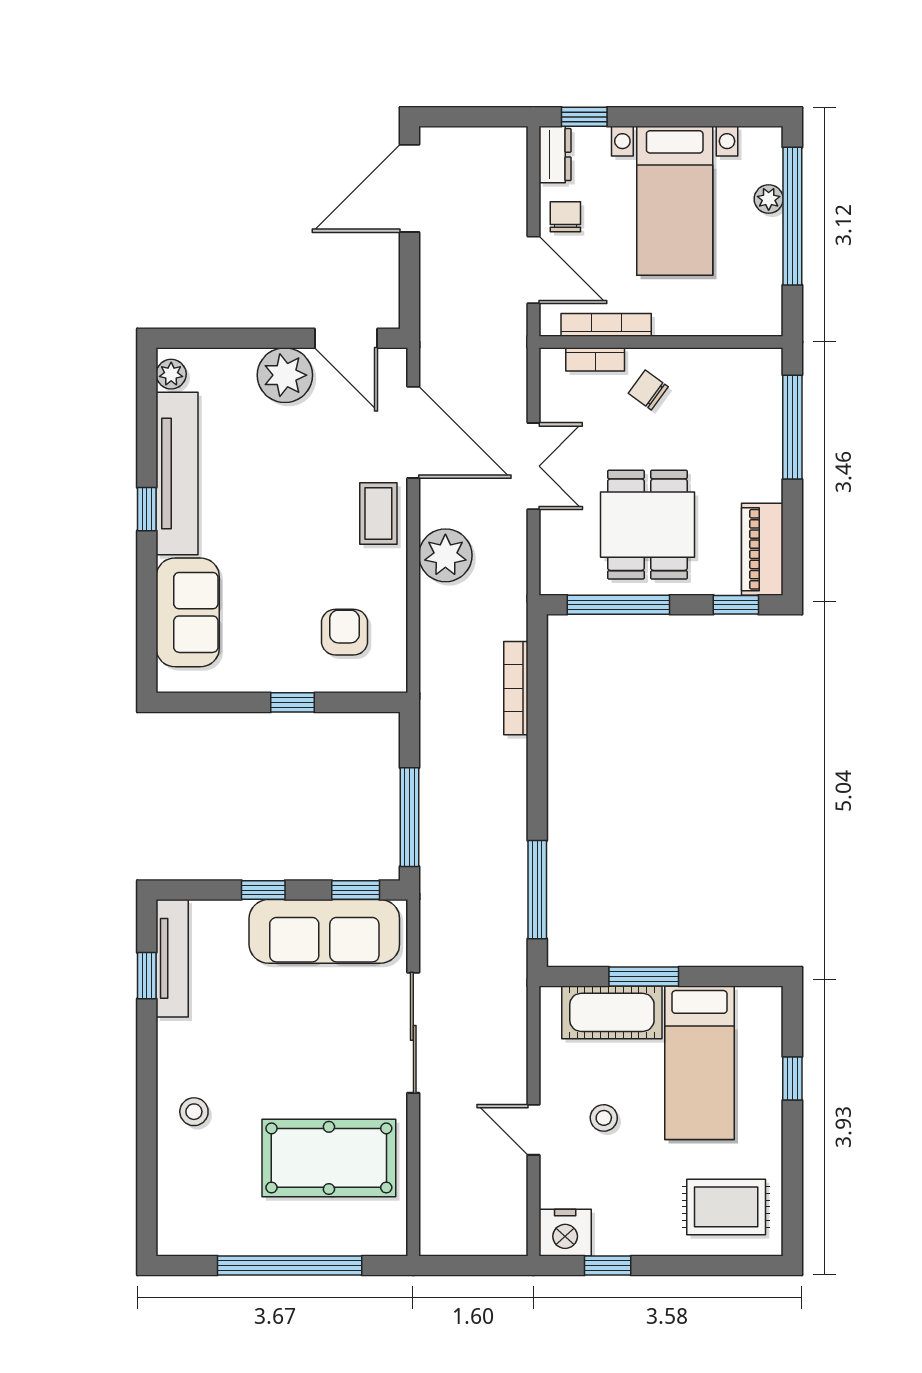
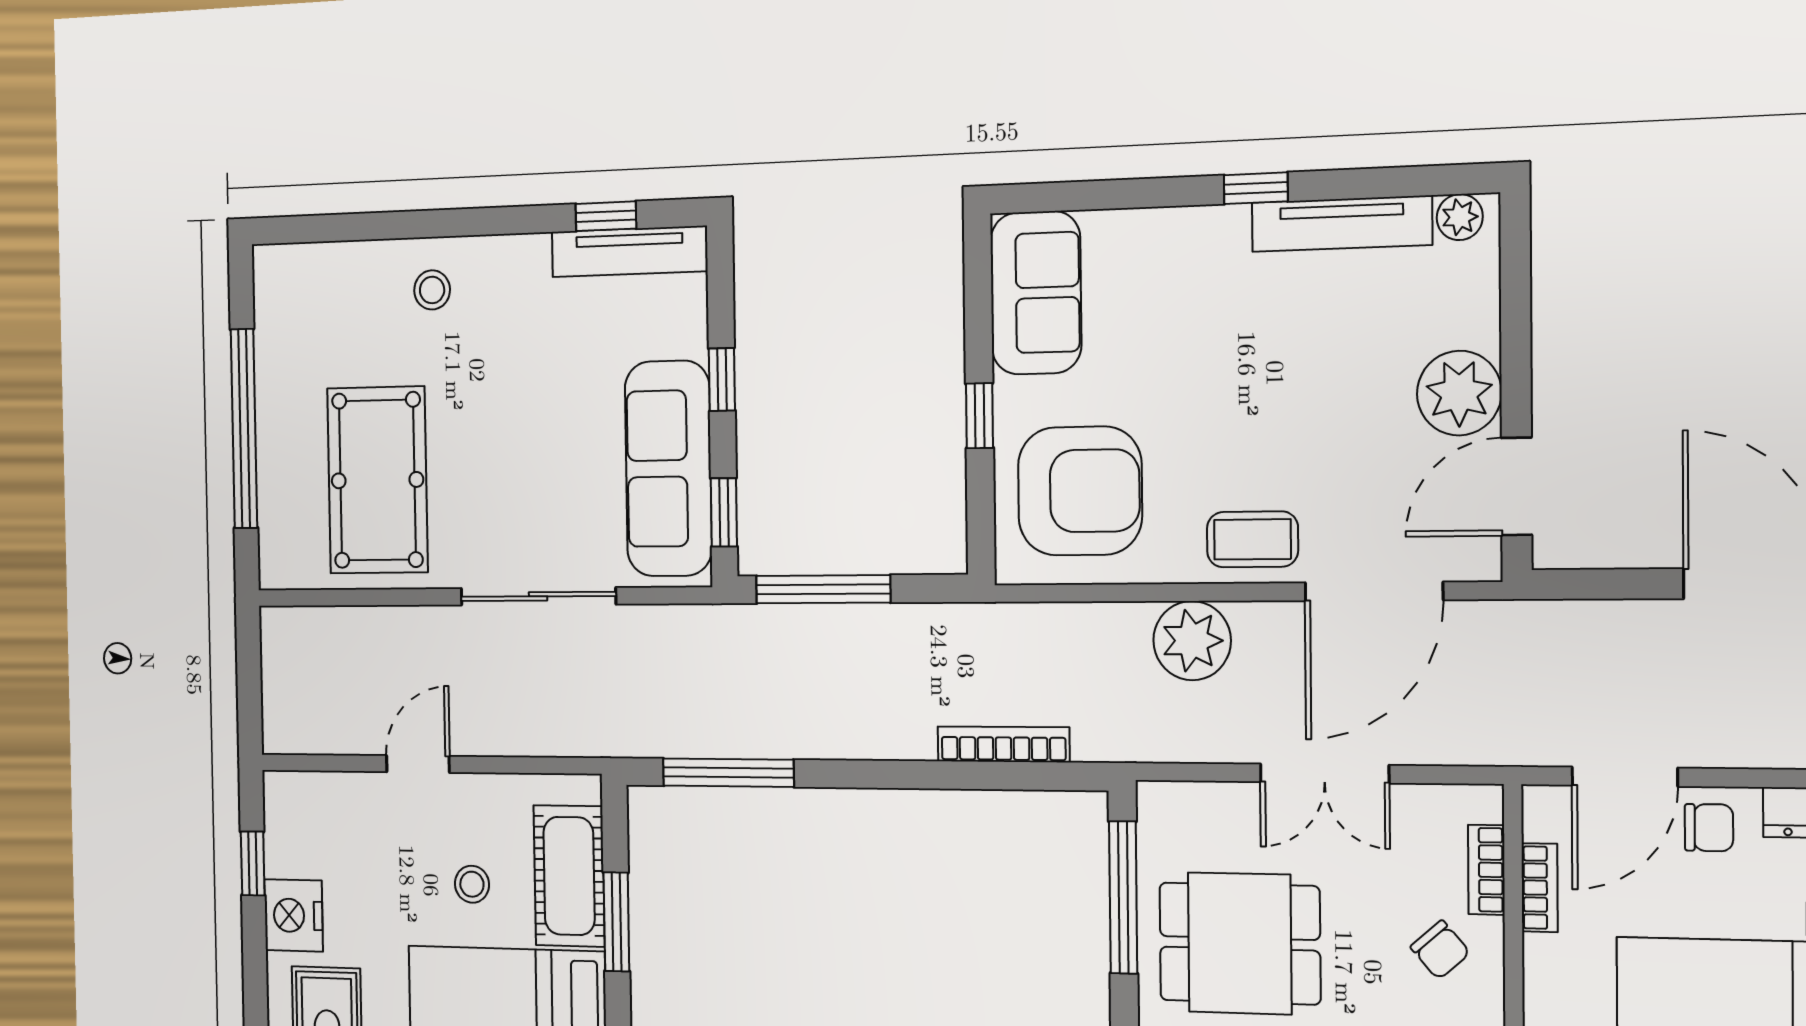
bookcase: (606, 325) -> (1540, 888), width x0.64
chair: (648, 390) -> (1440, 950), turned 103
tv unit: (177, 473) -> (1342, 224), width x0.73, depth x0.78
sofa: (188, 612) -> (1036, 293), moved, turned -90
armchair: (344, 632) -> (1080, 491), width x1.88, depth x1.88
stool: (604, 1118) -> (472, 884), moved
nightstand: (565, 1233) -> (294, 915), moved

